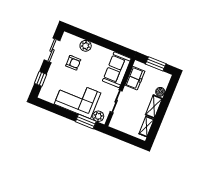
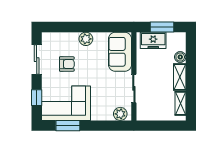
plant: (86, 46) -> (86, 39), moved
freezer: (135, 78) -> (153, 40), moved, turned 90
corner sofa: (77, 99) -> (66, 103), moved
window: (86, 121) -> (68, 126), moved

